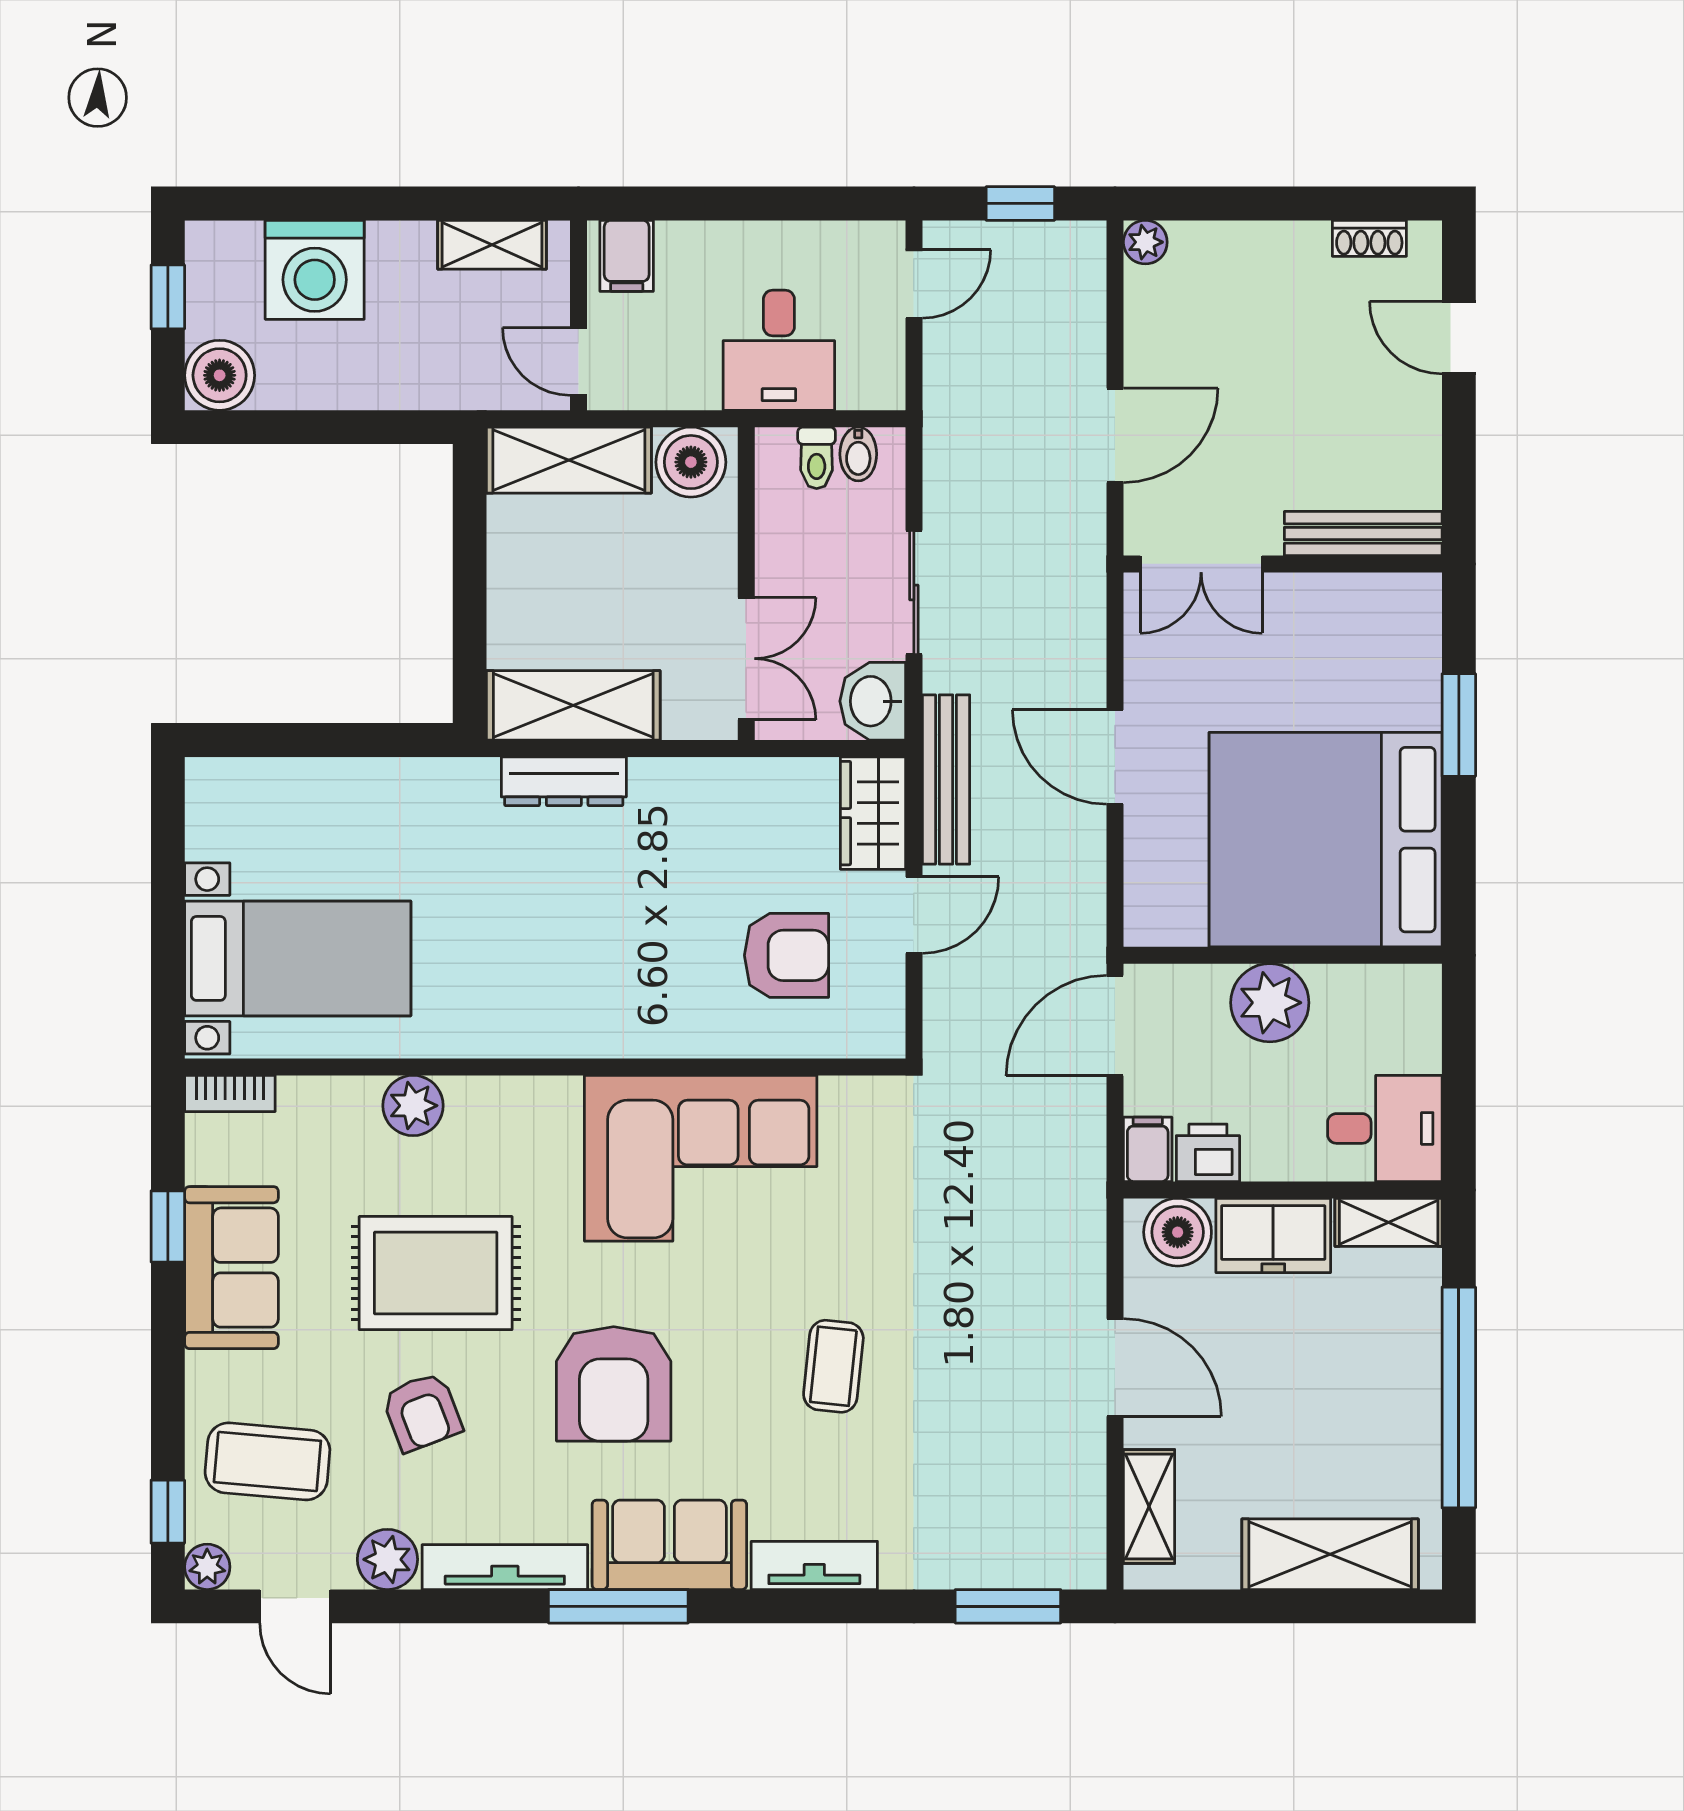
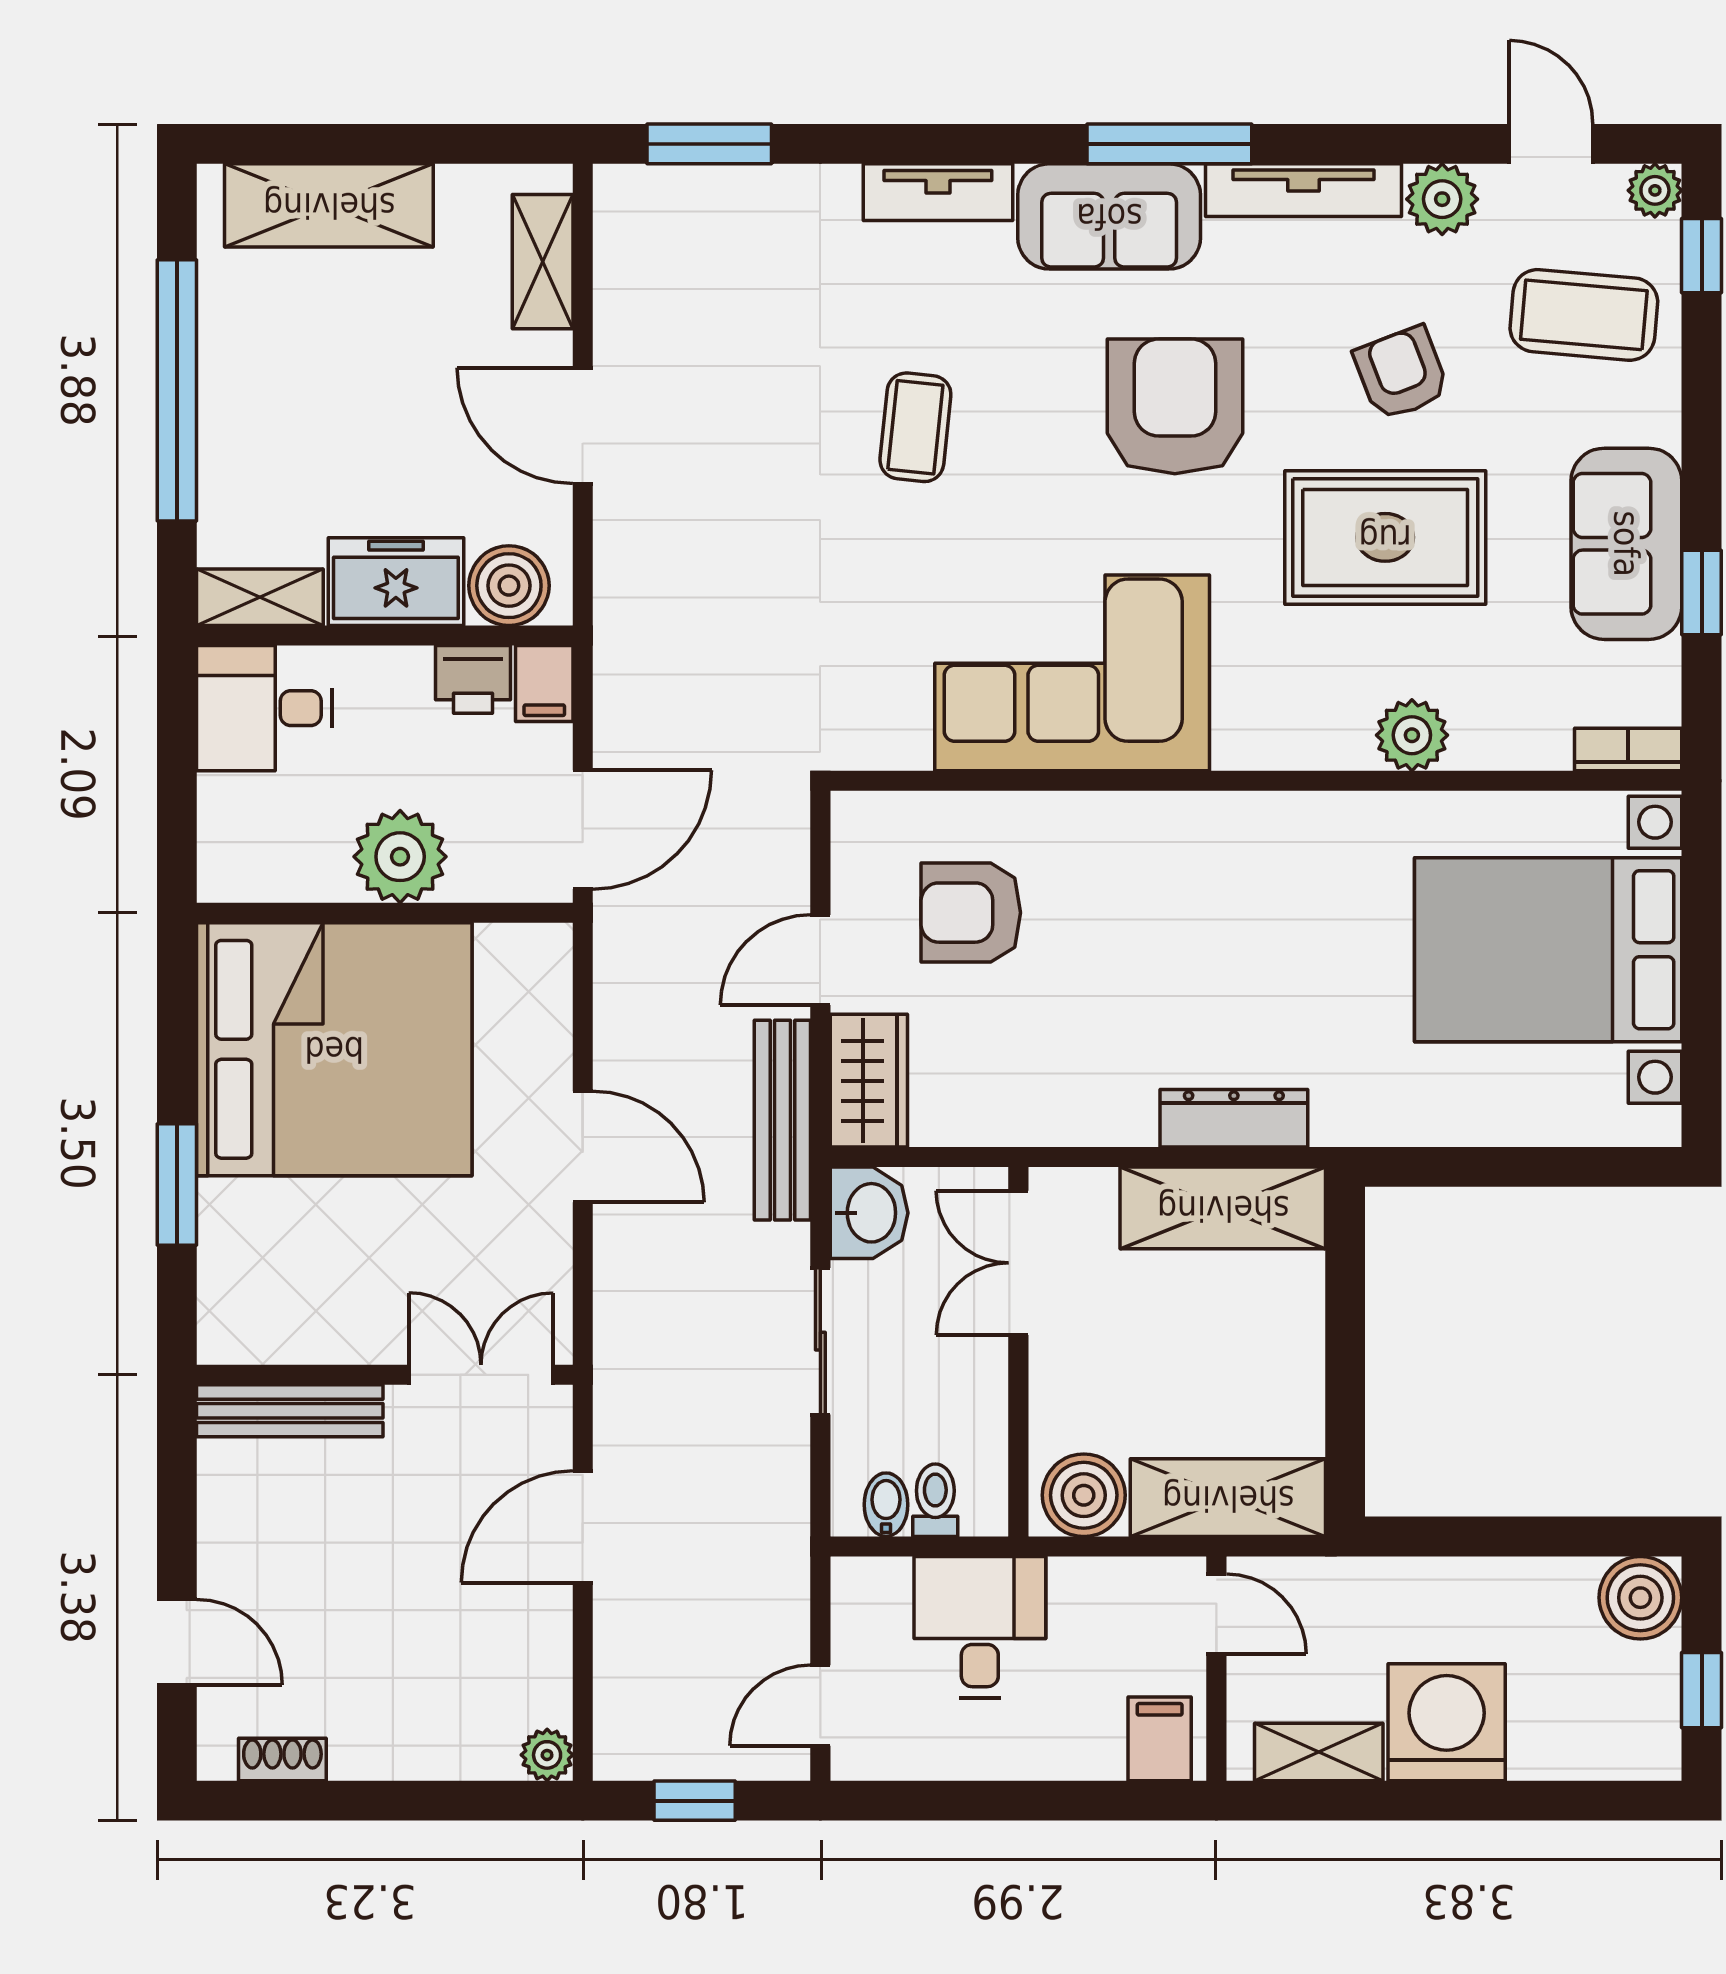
washing machine: (315, 270) -> (1447, 1722), moved
bed with nightstands: (298, 958) -> (1548, 950), width x1.36

